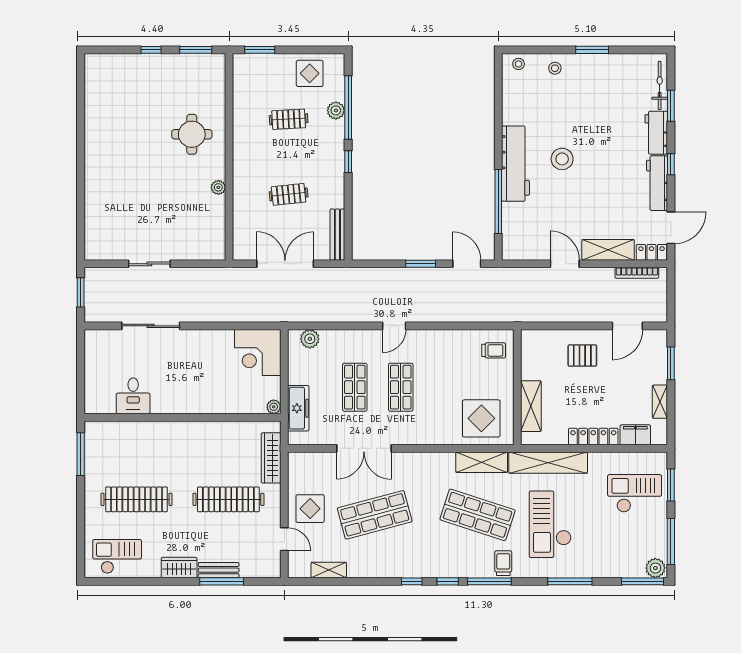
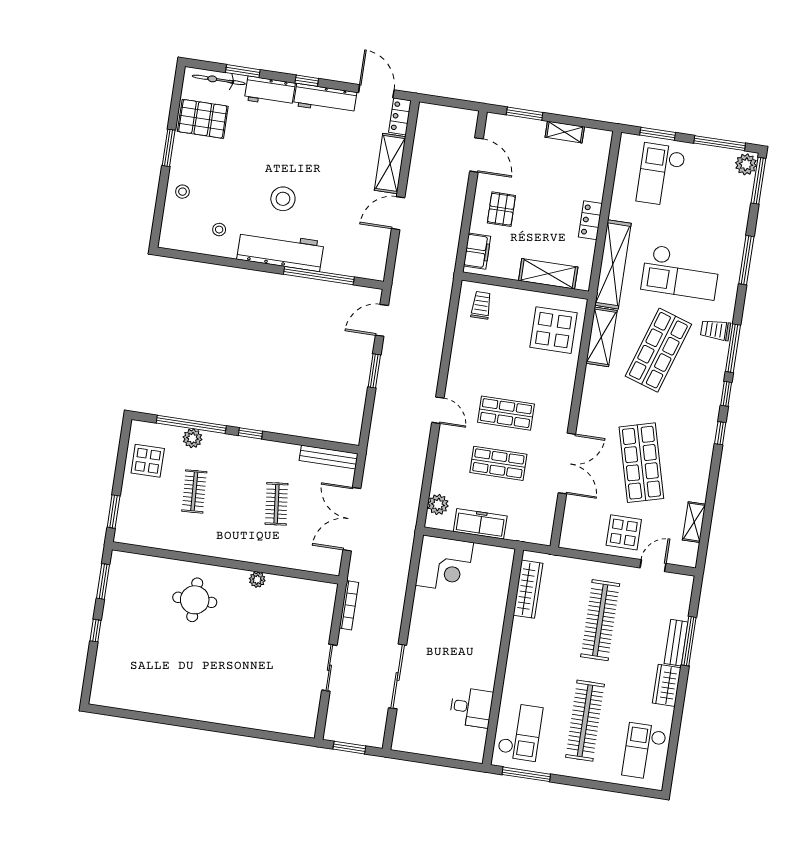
stool: (519, 64) -> (219, 230), moved
pallet: (623, 77) -> (203, 119), added
bookcase: (637, 273) -> (349, 605), moved
plant: (274, 407) -> (506, 555), removed
freezer: (298, 408) -> (480, 524), moved
filing cabinet: (635, 435) -> (477, 251), moved, turned 180
locker: (593, 437) -> (590, 220), width x0.66
checkout: (118, 443) -> (520, 732), added
wardrobe: (271, 458) -> (528, 589), moved, turned -90

